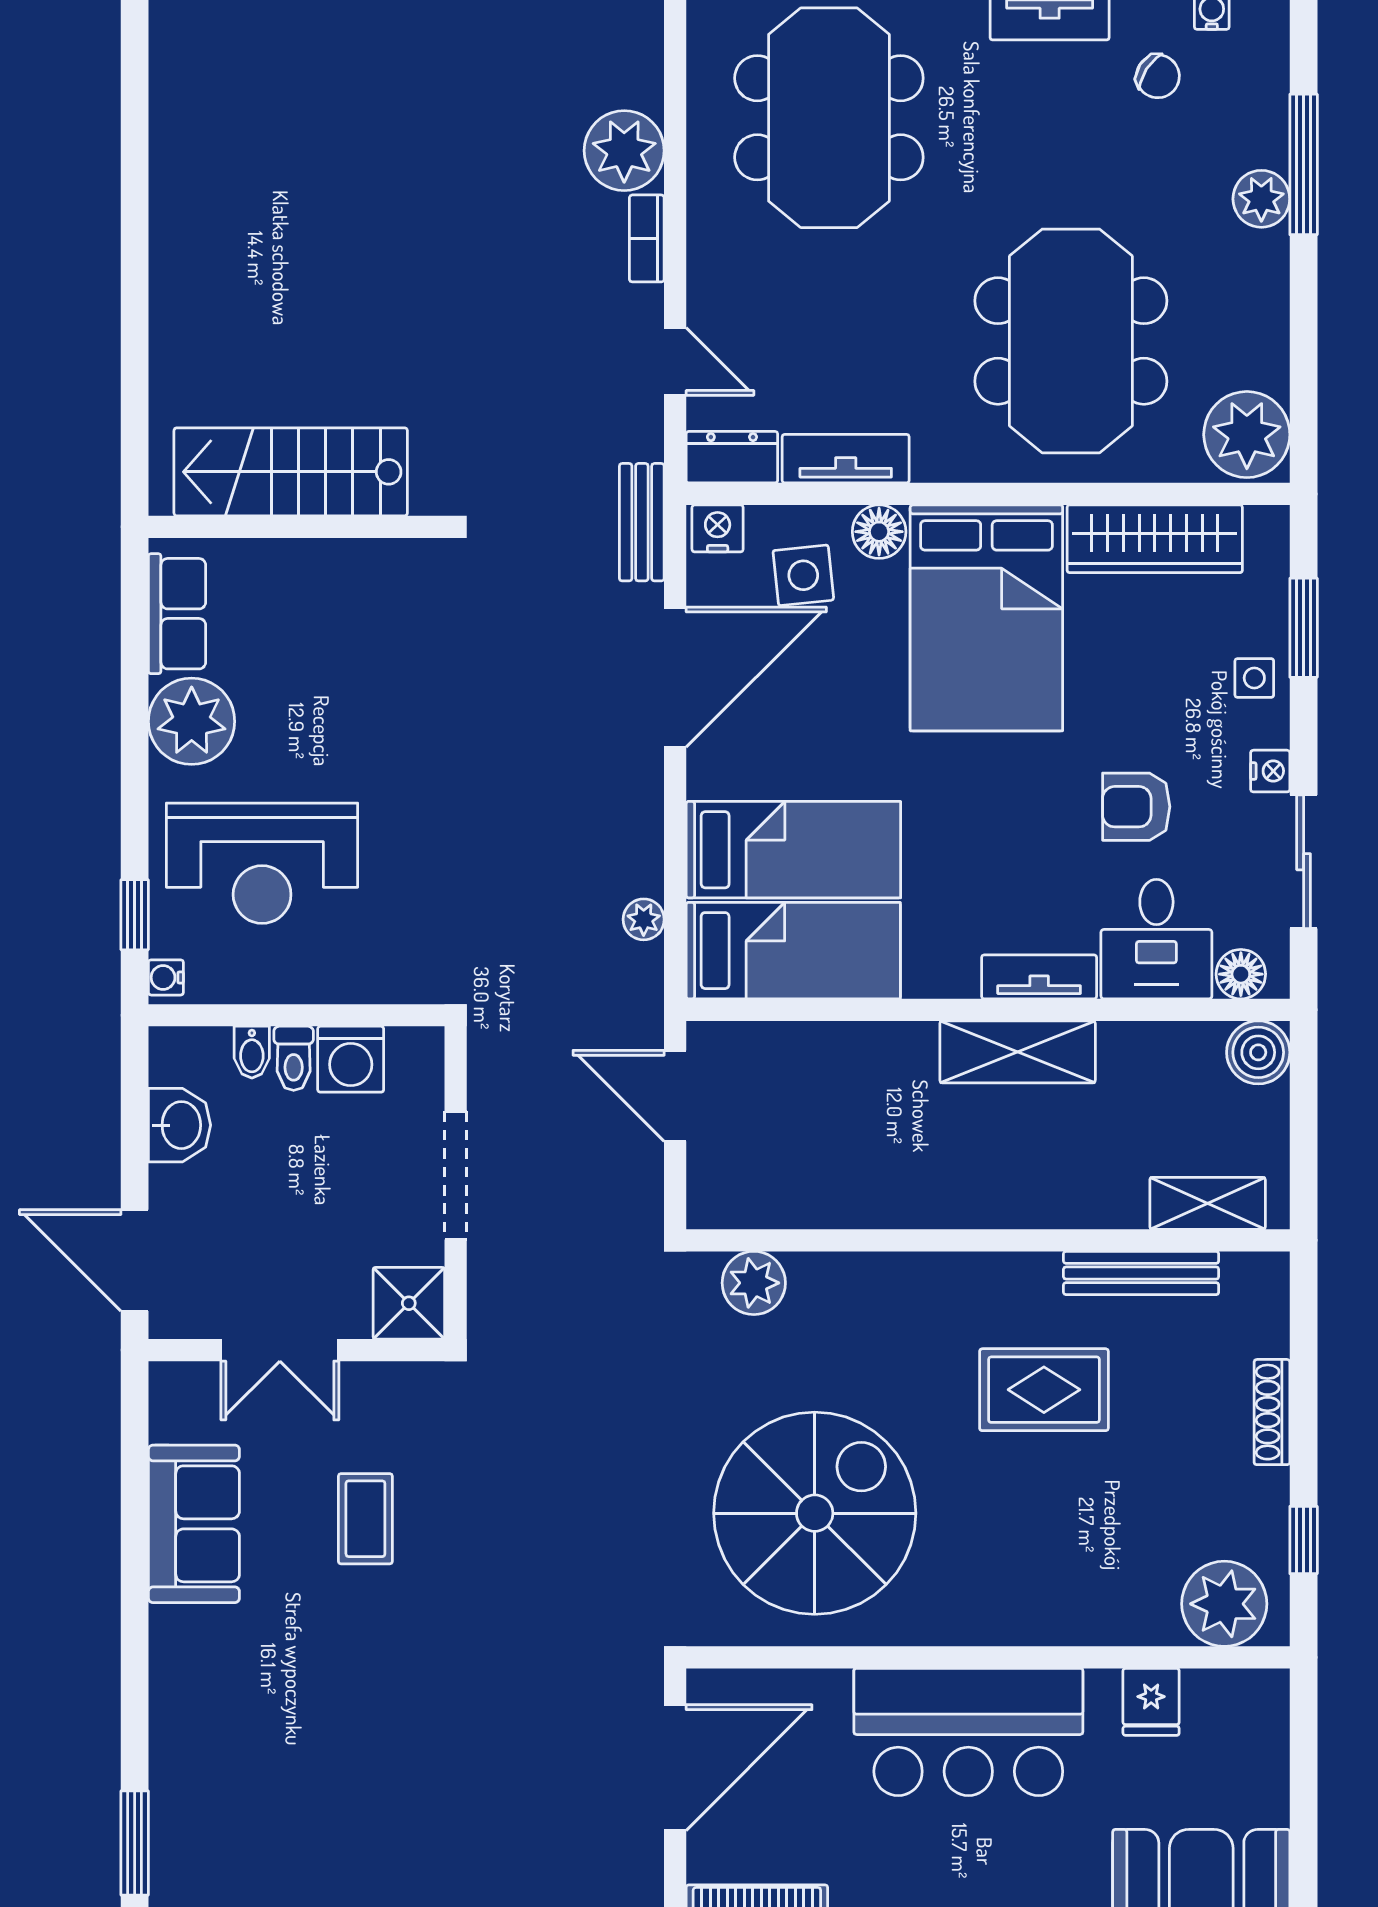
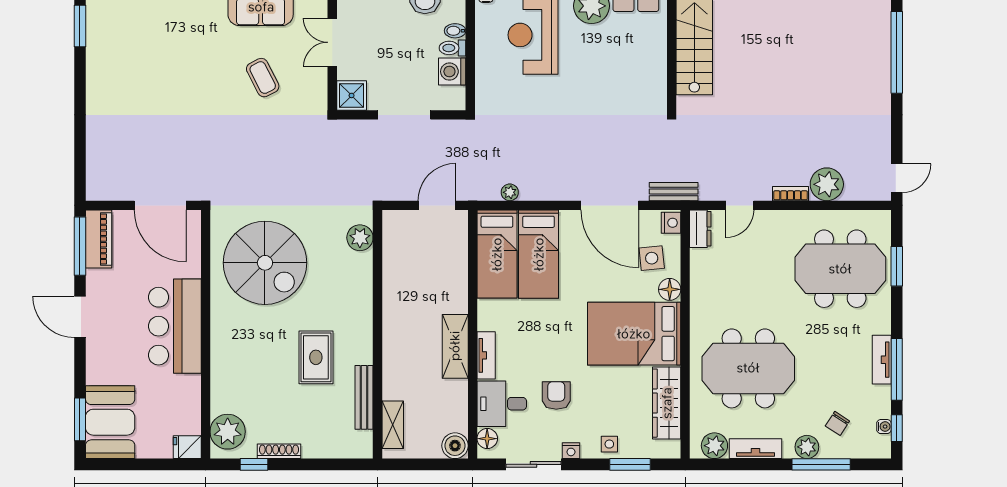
chair: (1158, 76) -> (837, 423), moved
plant: (1247, 435) -> (714, 446), width x0.73, depth x0.73
tv unit: (846, 459) -> (755, 449), moved, turned -90
shoe rack: (1272, 1412) -> (279, 451), moved
coffee table: (365, 1519) -> (263, 78), turned 63
fridge: (1151, 1702) -> (187, 447), moved

